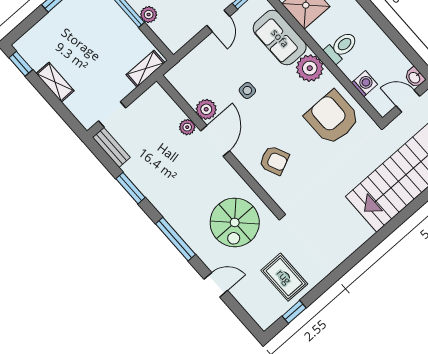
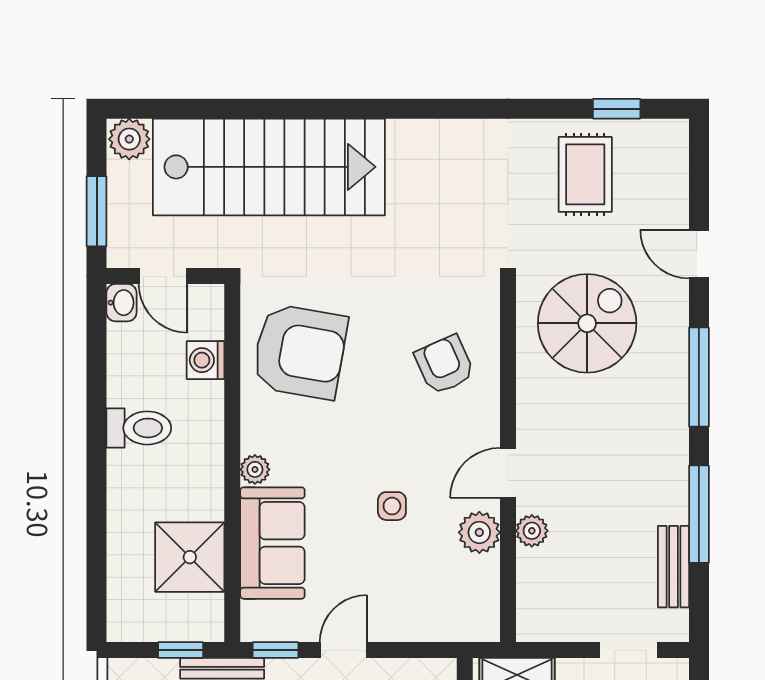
toilet: (341, 47) -> (139, 428), moved, turned 180
plant: (310, 68) -> (255, 469), width x0.53, depth x0.53
armchair: (332, 118) -> (300, 352), turned -80
door: (215, 141) -> (508, 473), width x0.73
bench: (111, 147) -> (674, 567), moved
window: (130, 188) -> (699, 514), width x1.44

